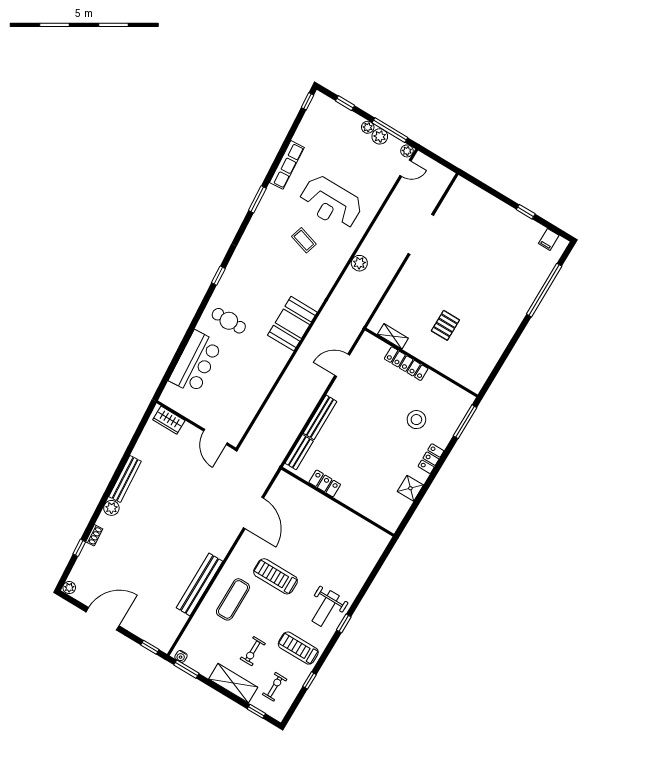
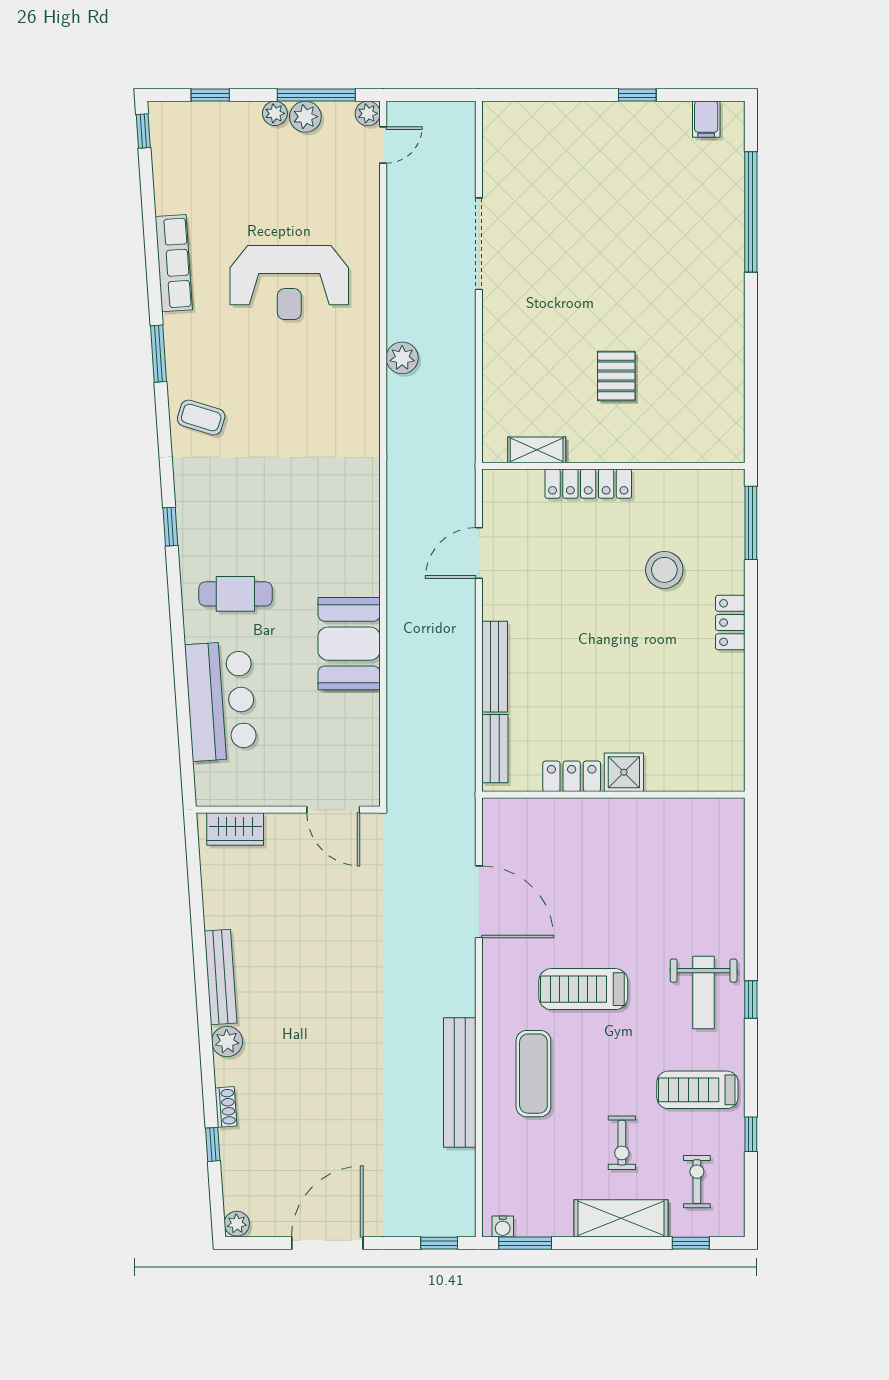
coffee table: (304, 240) -> (201, 418), moved
booth: (292, 324) -> (349, 644), moved
shower: (410, 488) -> (624, 772), moved

